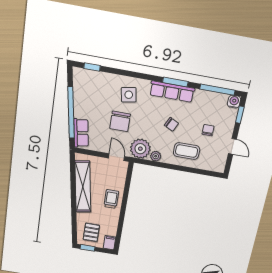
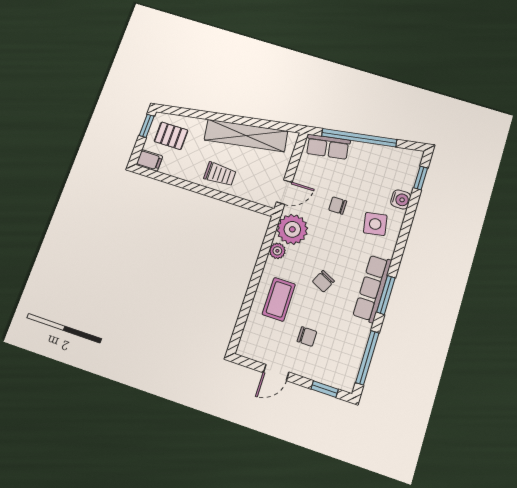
water cooler: (234, 102) -> (401, 199), moved
chair: (120, 121) -> (338, 206), width x0.54, depth x0.54

